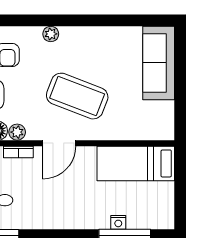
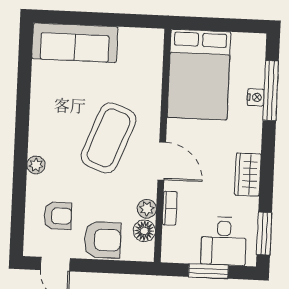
bed: (136, 163) -> (199, 75), width x1.50
wardrobe: (51, 219) -> (248, 175), added

